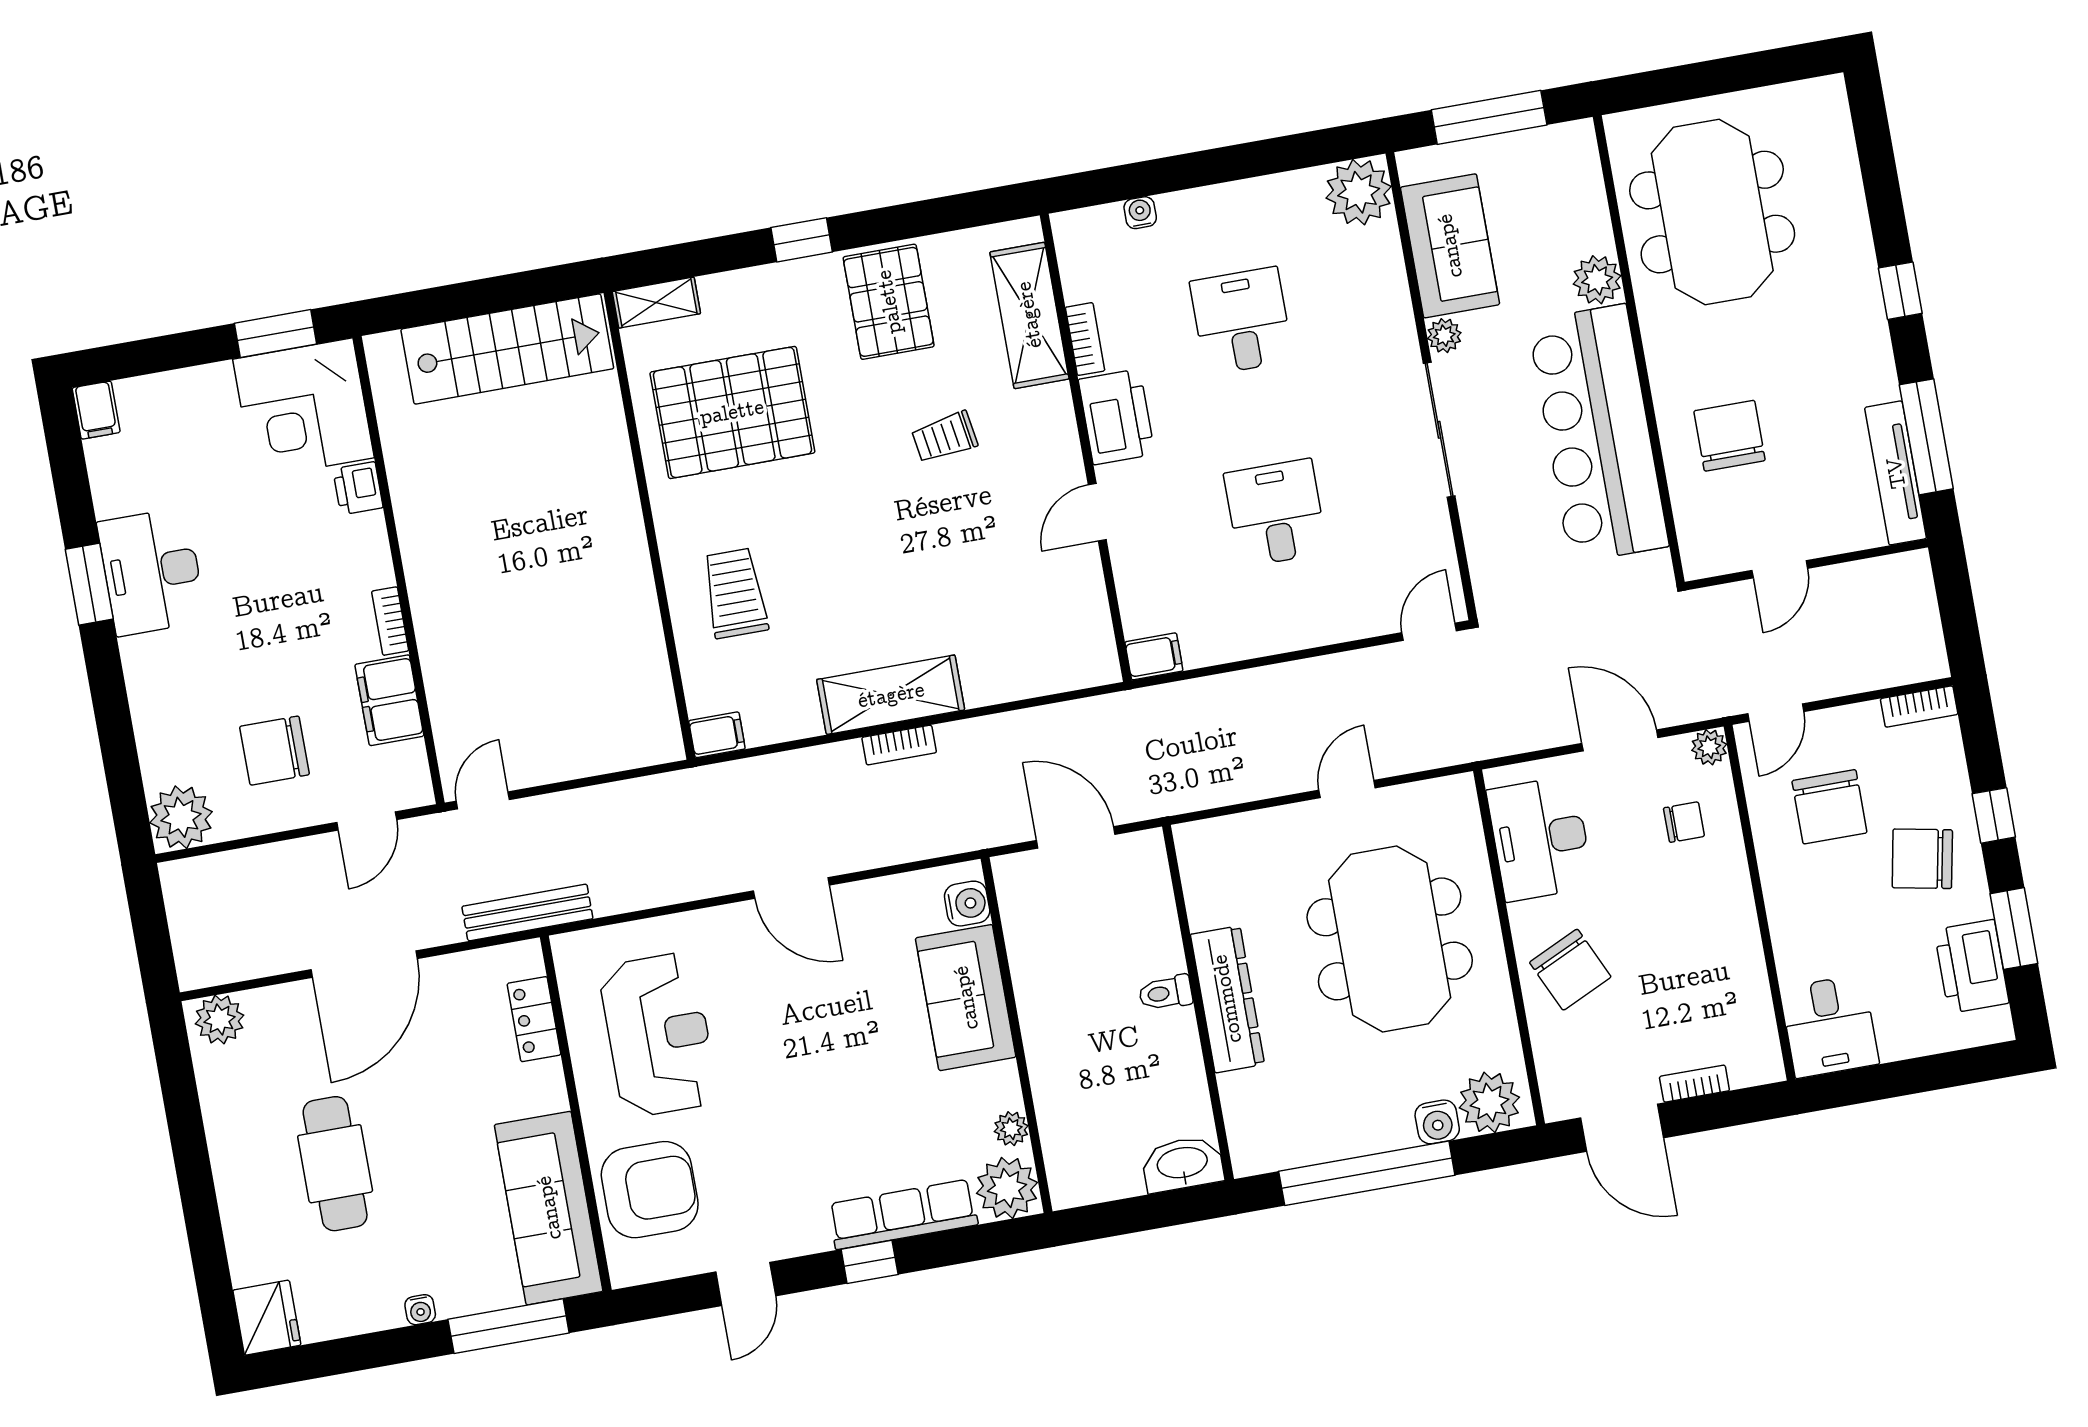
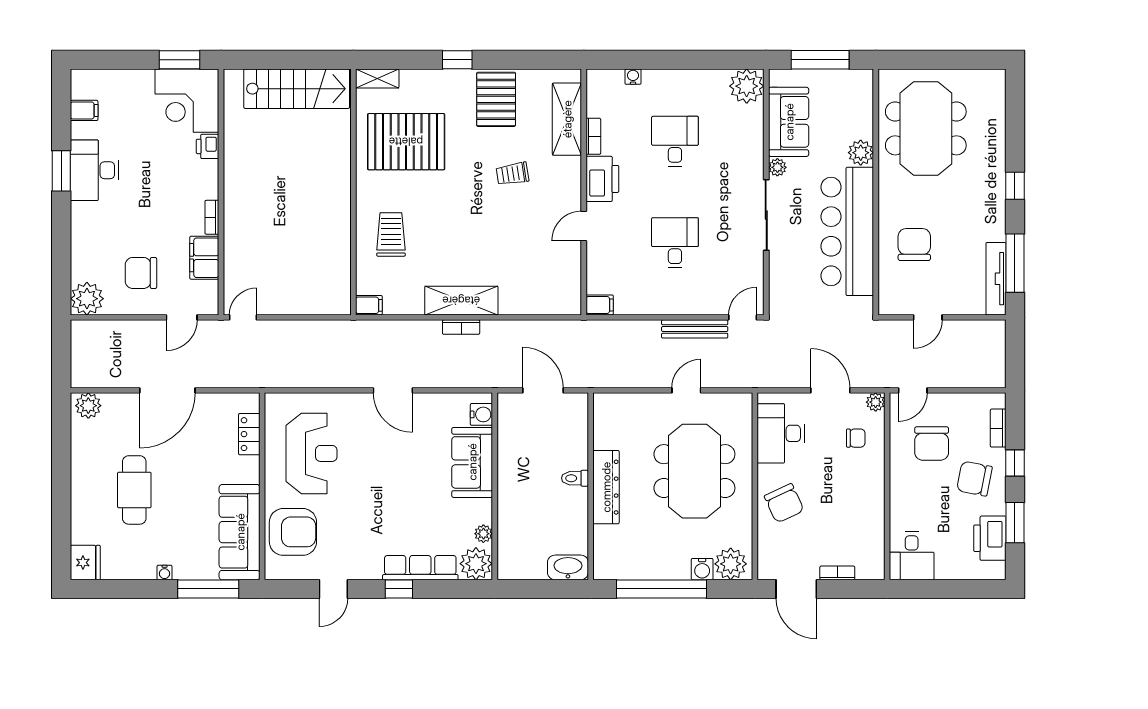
filing cabinet: (96, 410) -> (84, 110), moved, turned -90
bookcase: (1919, 707) -> (998, 428), moved, turned 90
bench: (527, 912) -> (695, 329), moved

